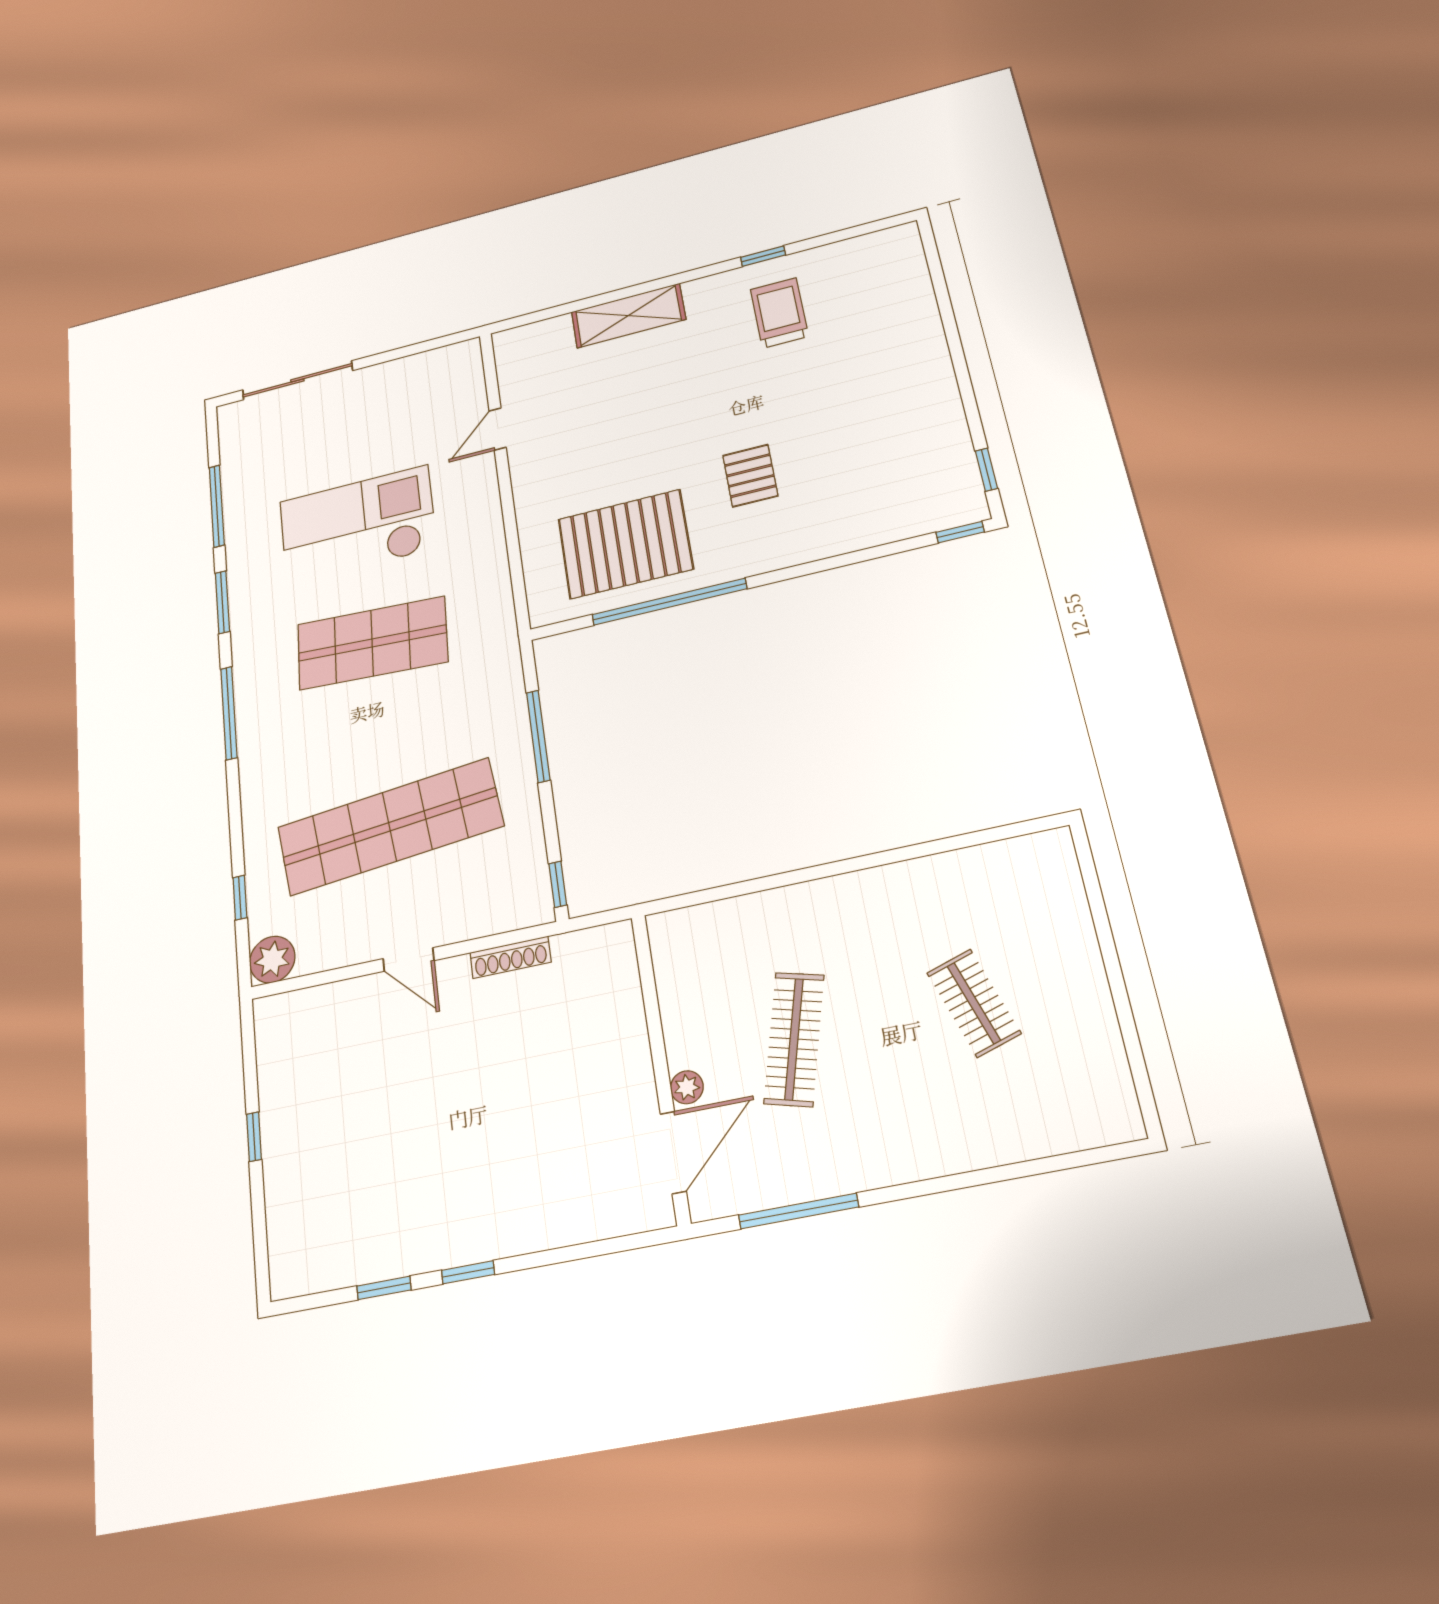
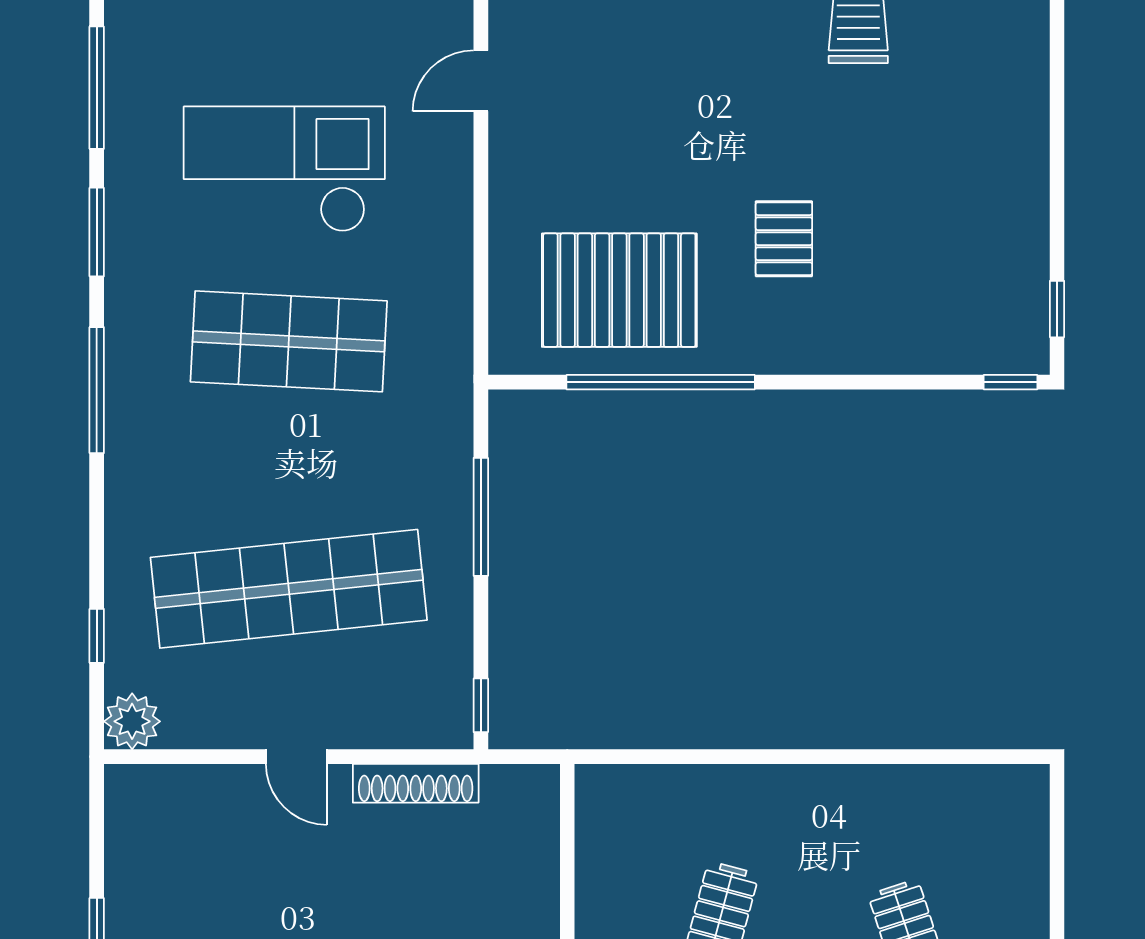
shoe rack: (510, 957) -> (416, 783), width x1.36, depth x1.24

